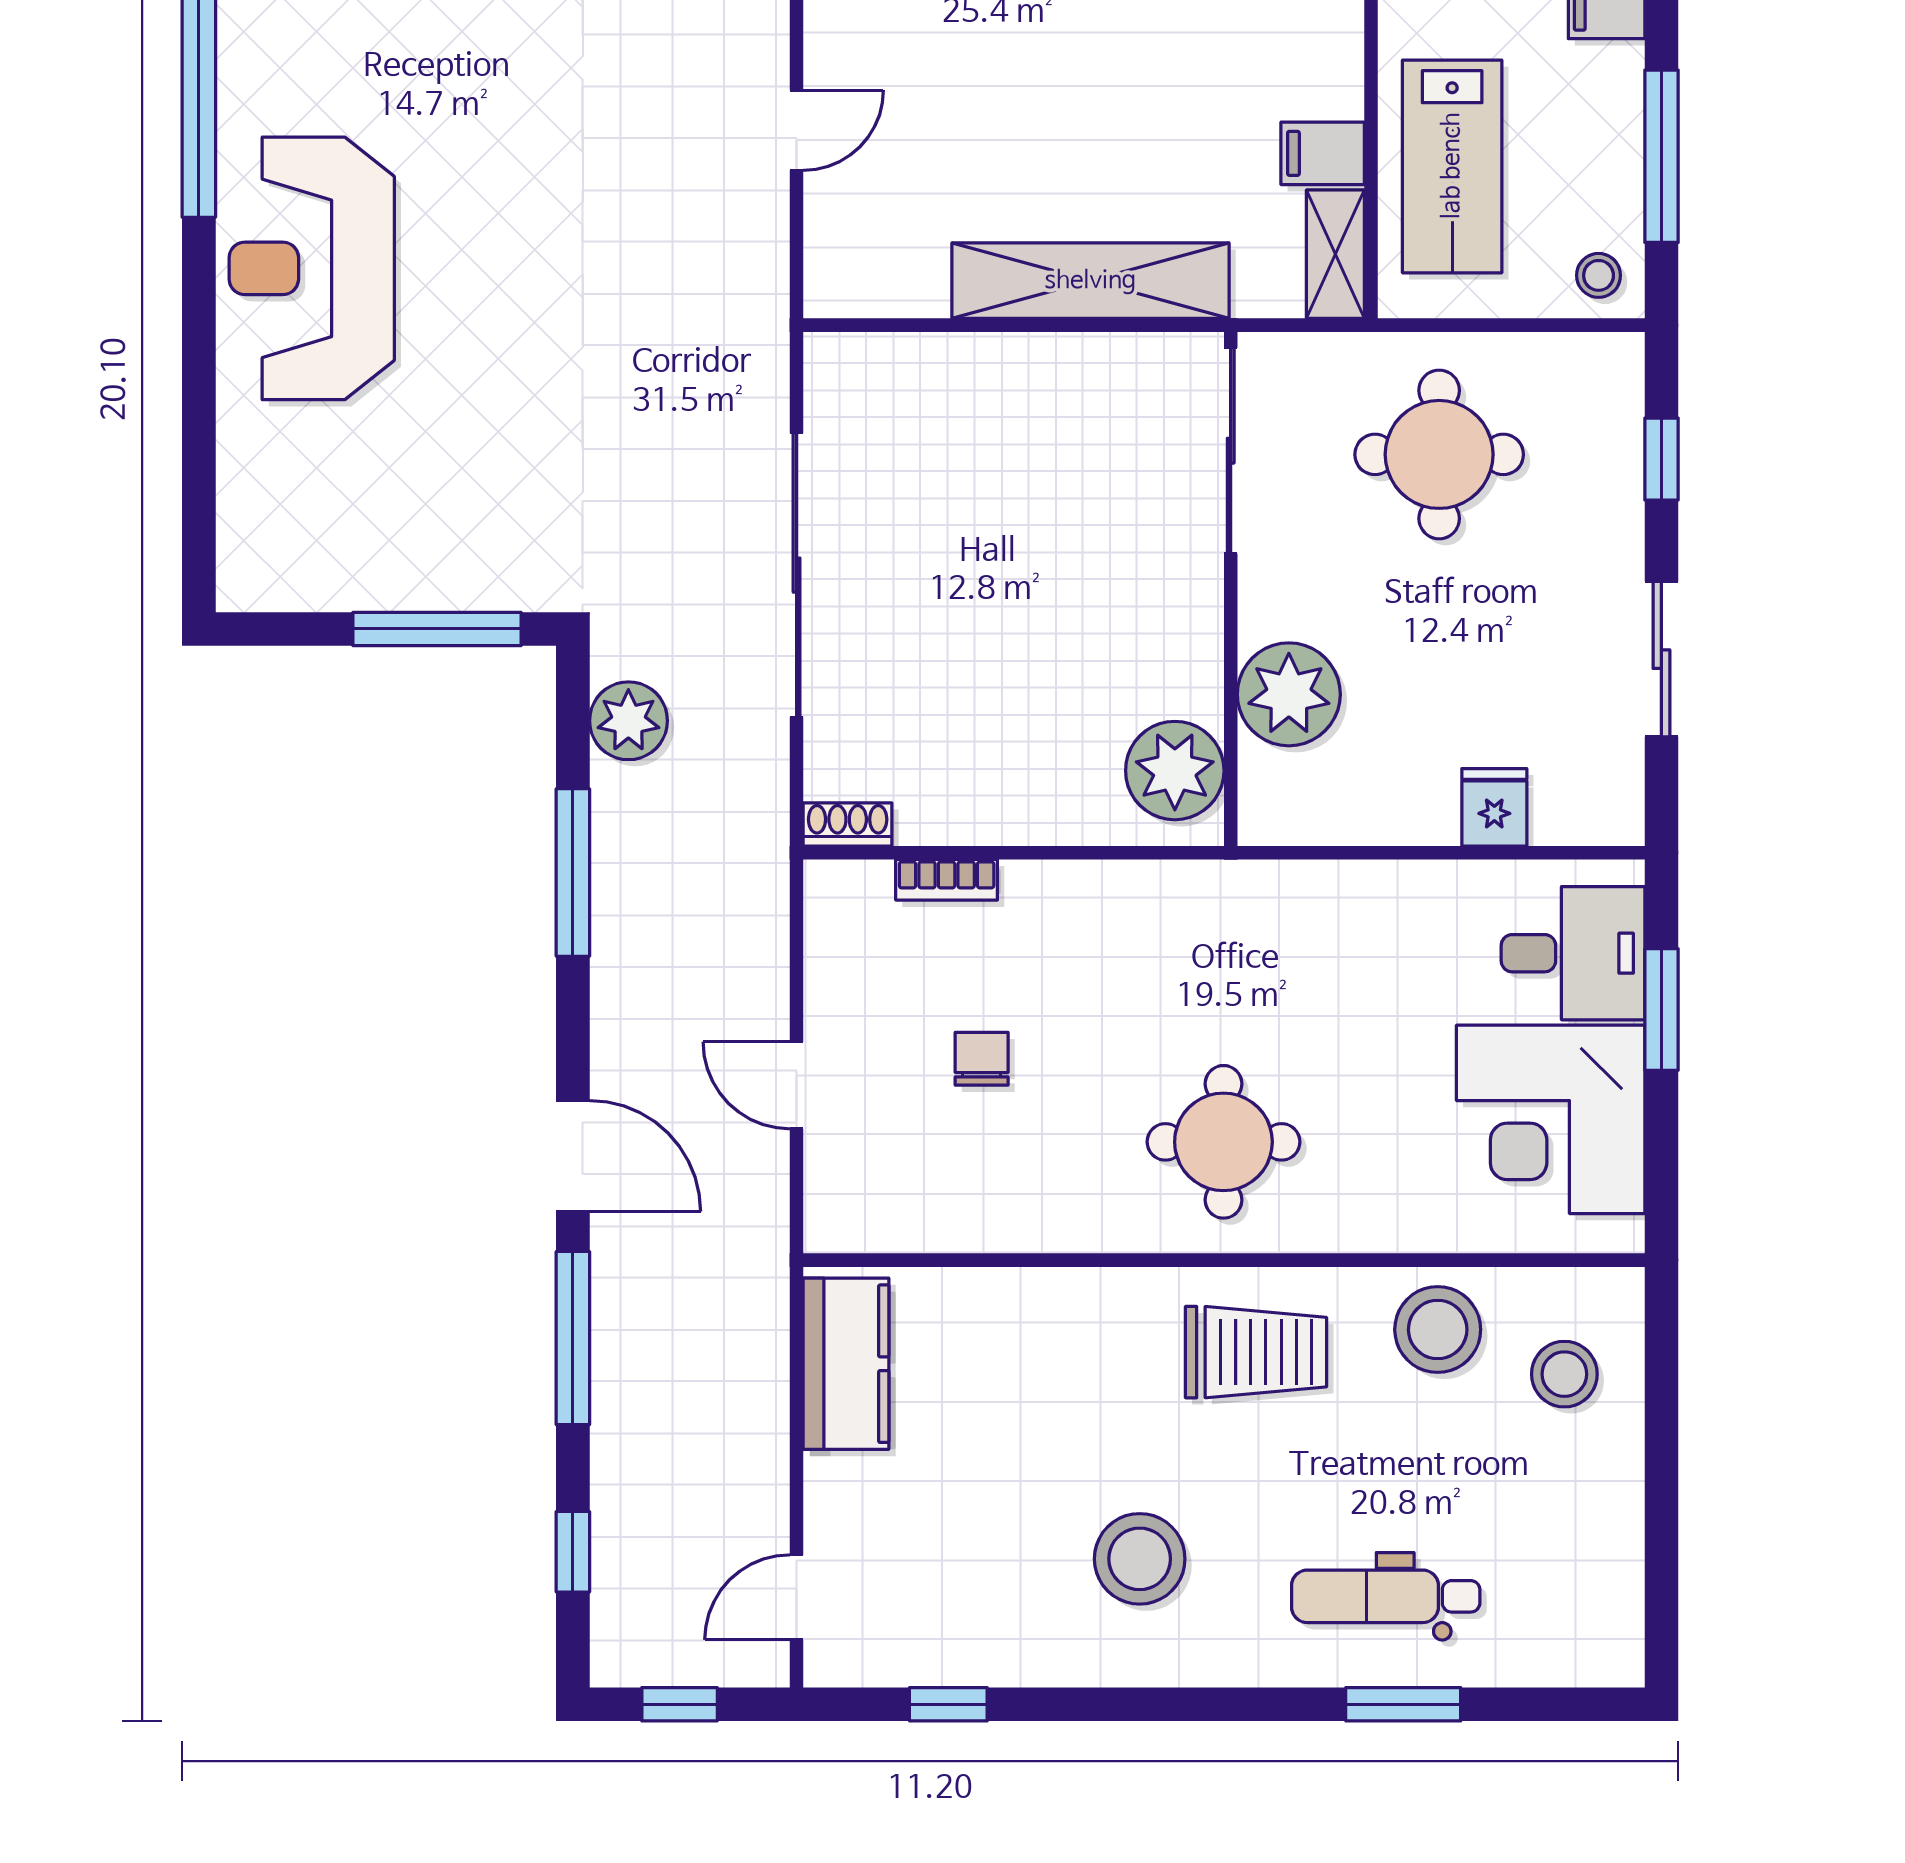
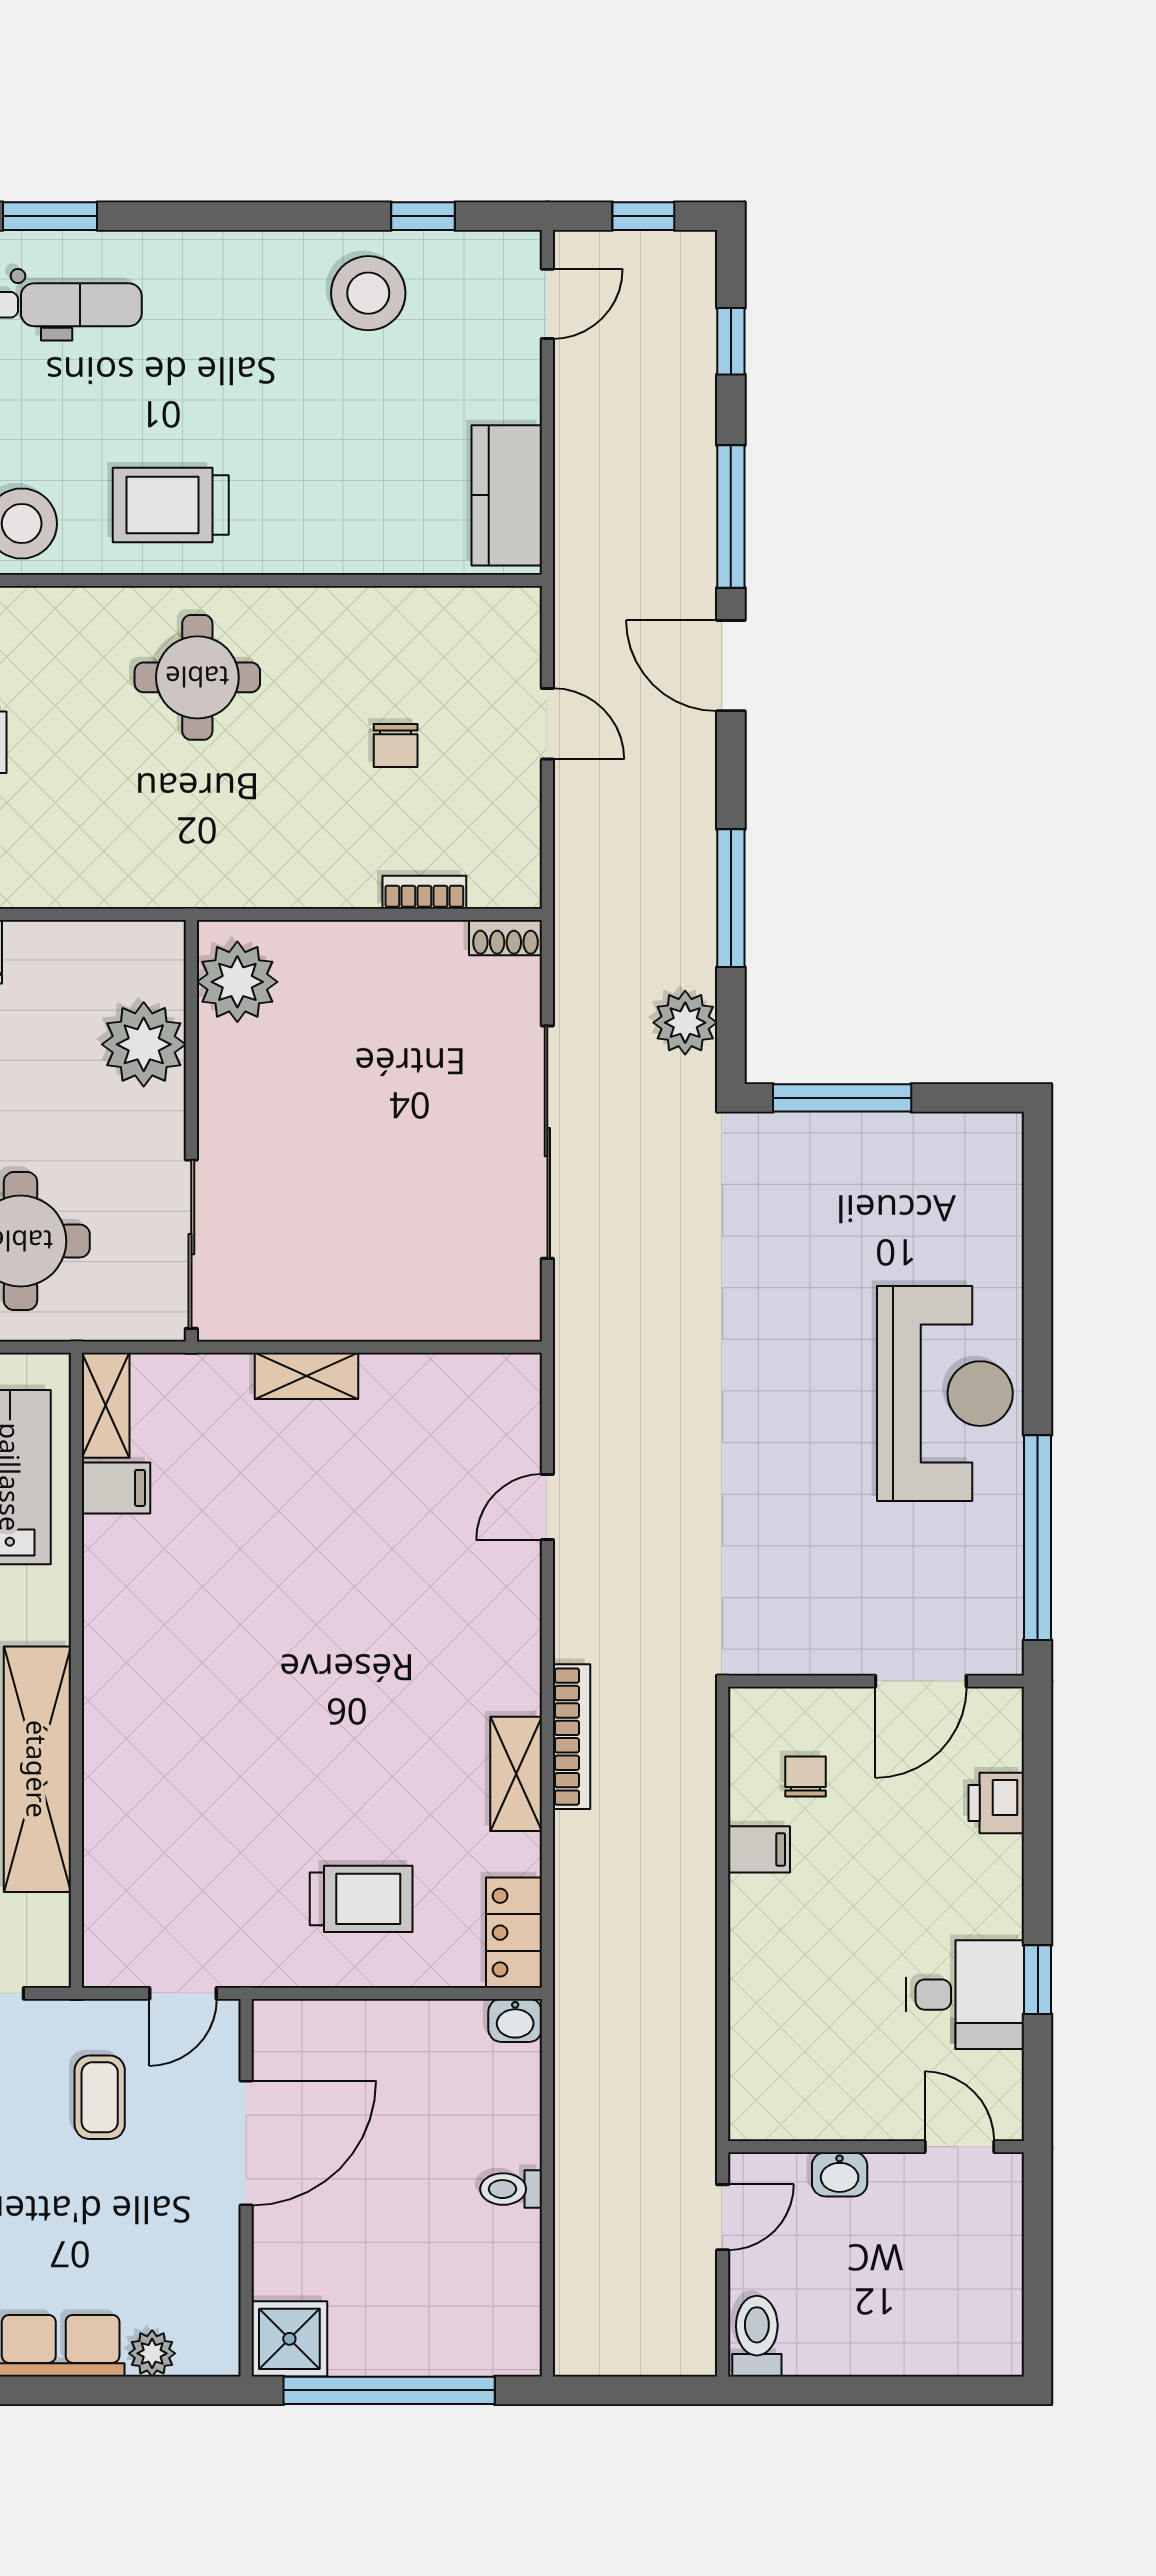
shelving: (1090, 281) -> (306, 1376), width x0.45, depth x0.75
stool: (1140, 1559) -> (368, 293), moved

